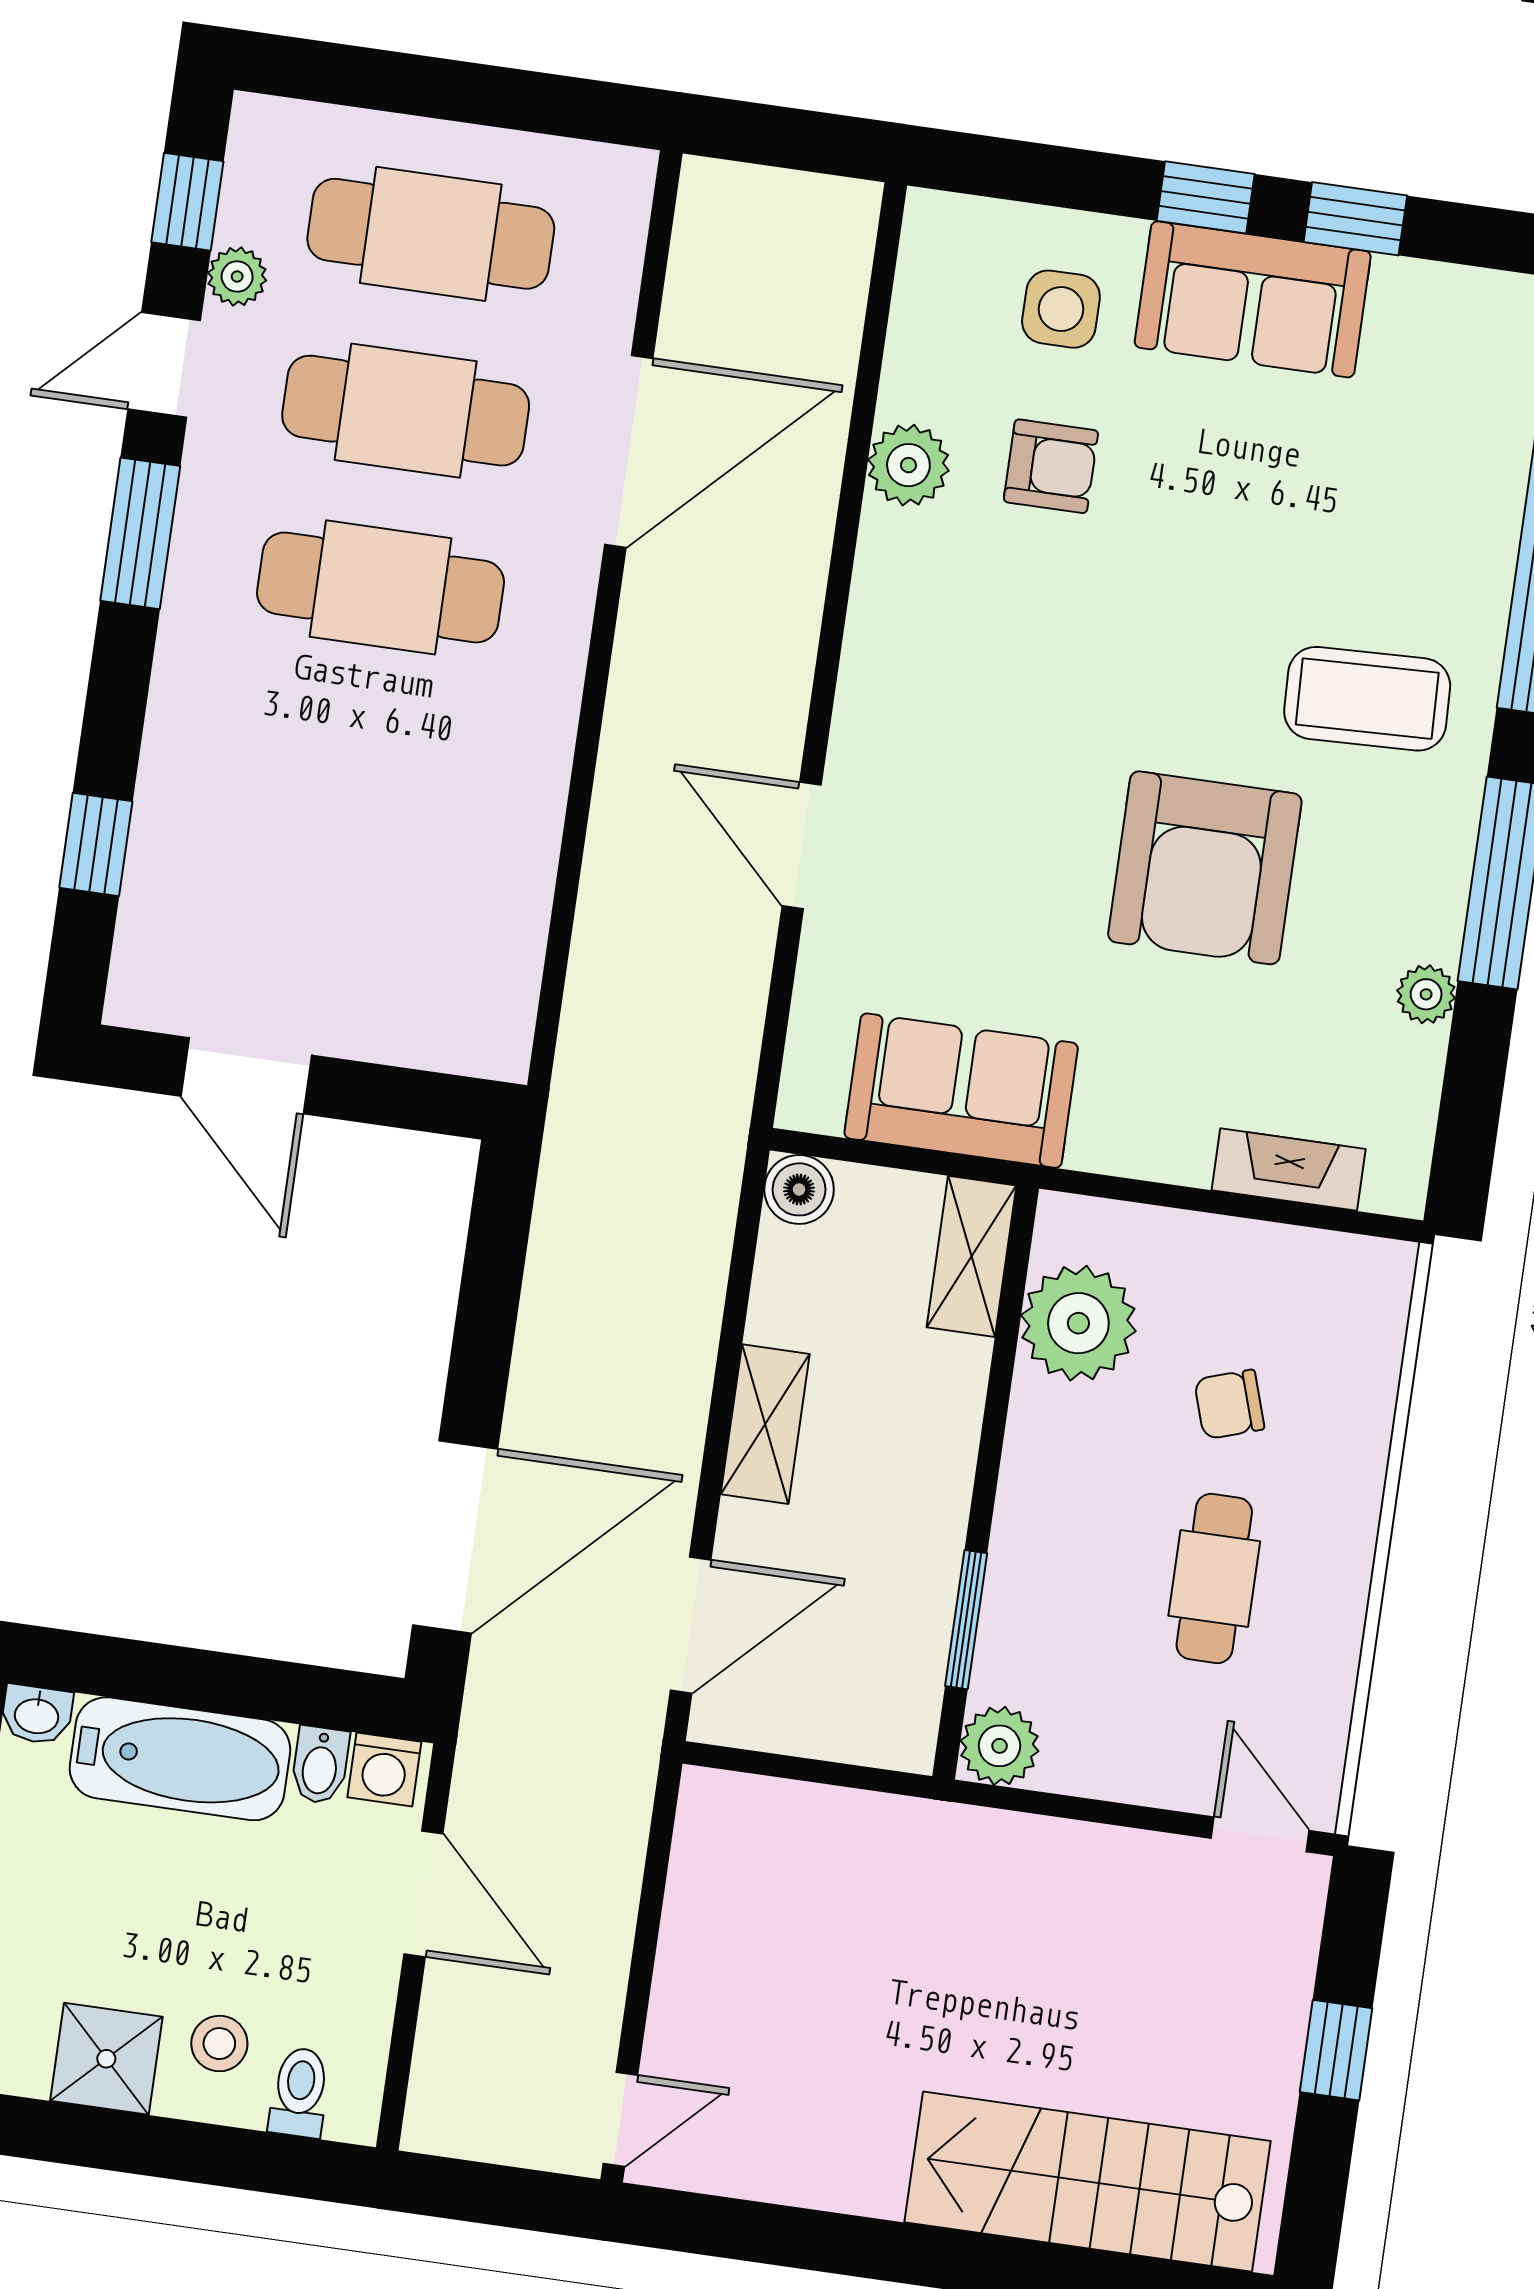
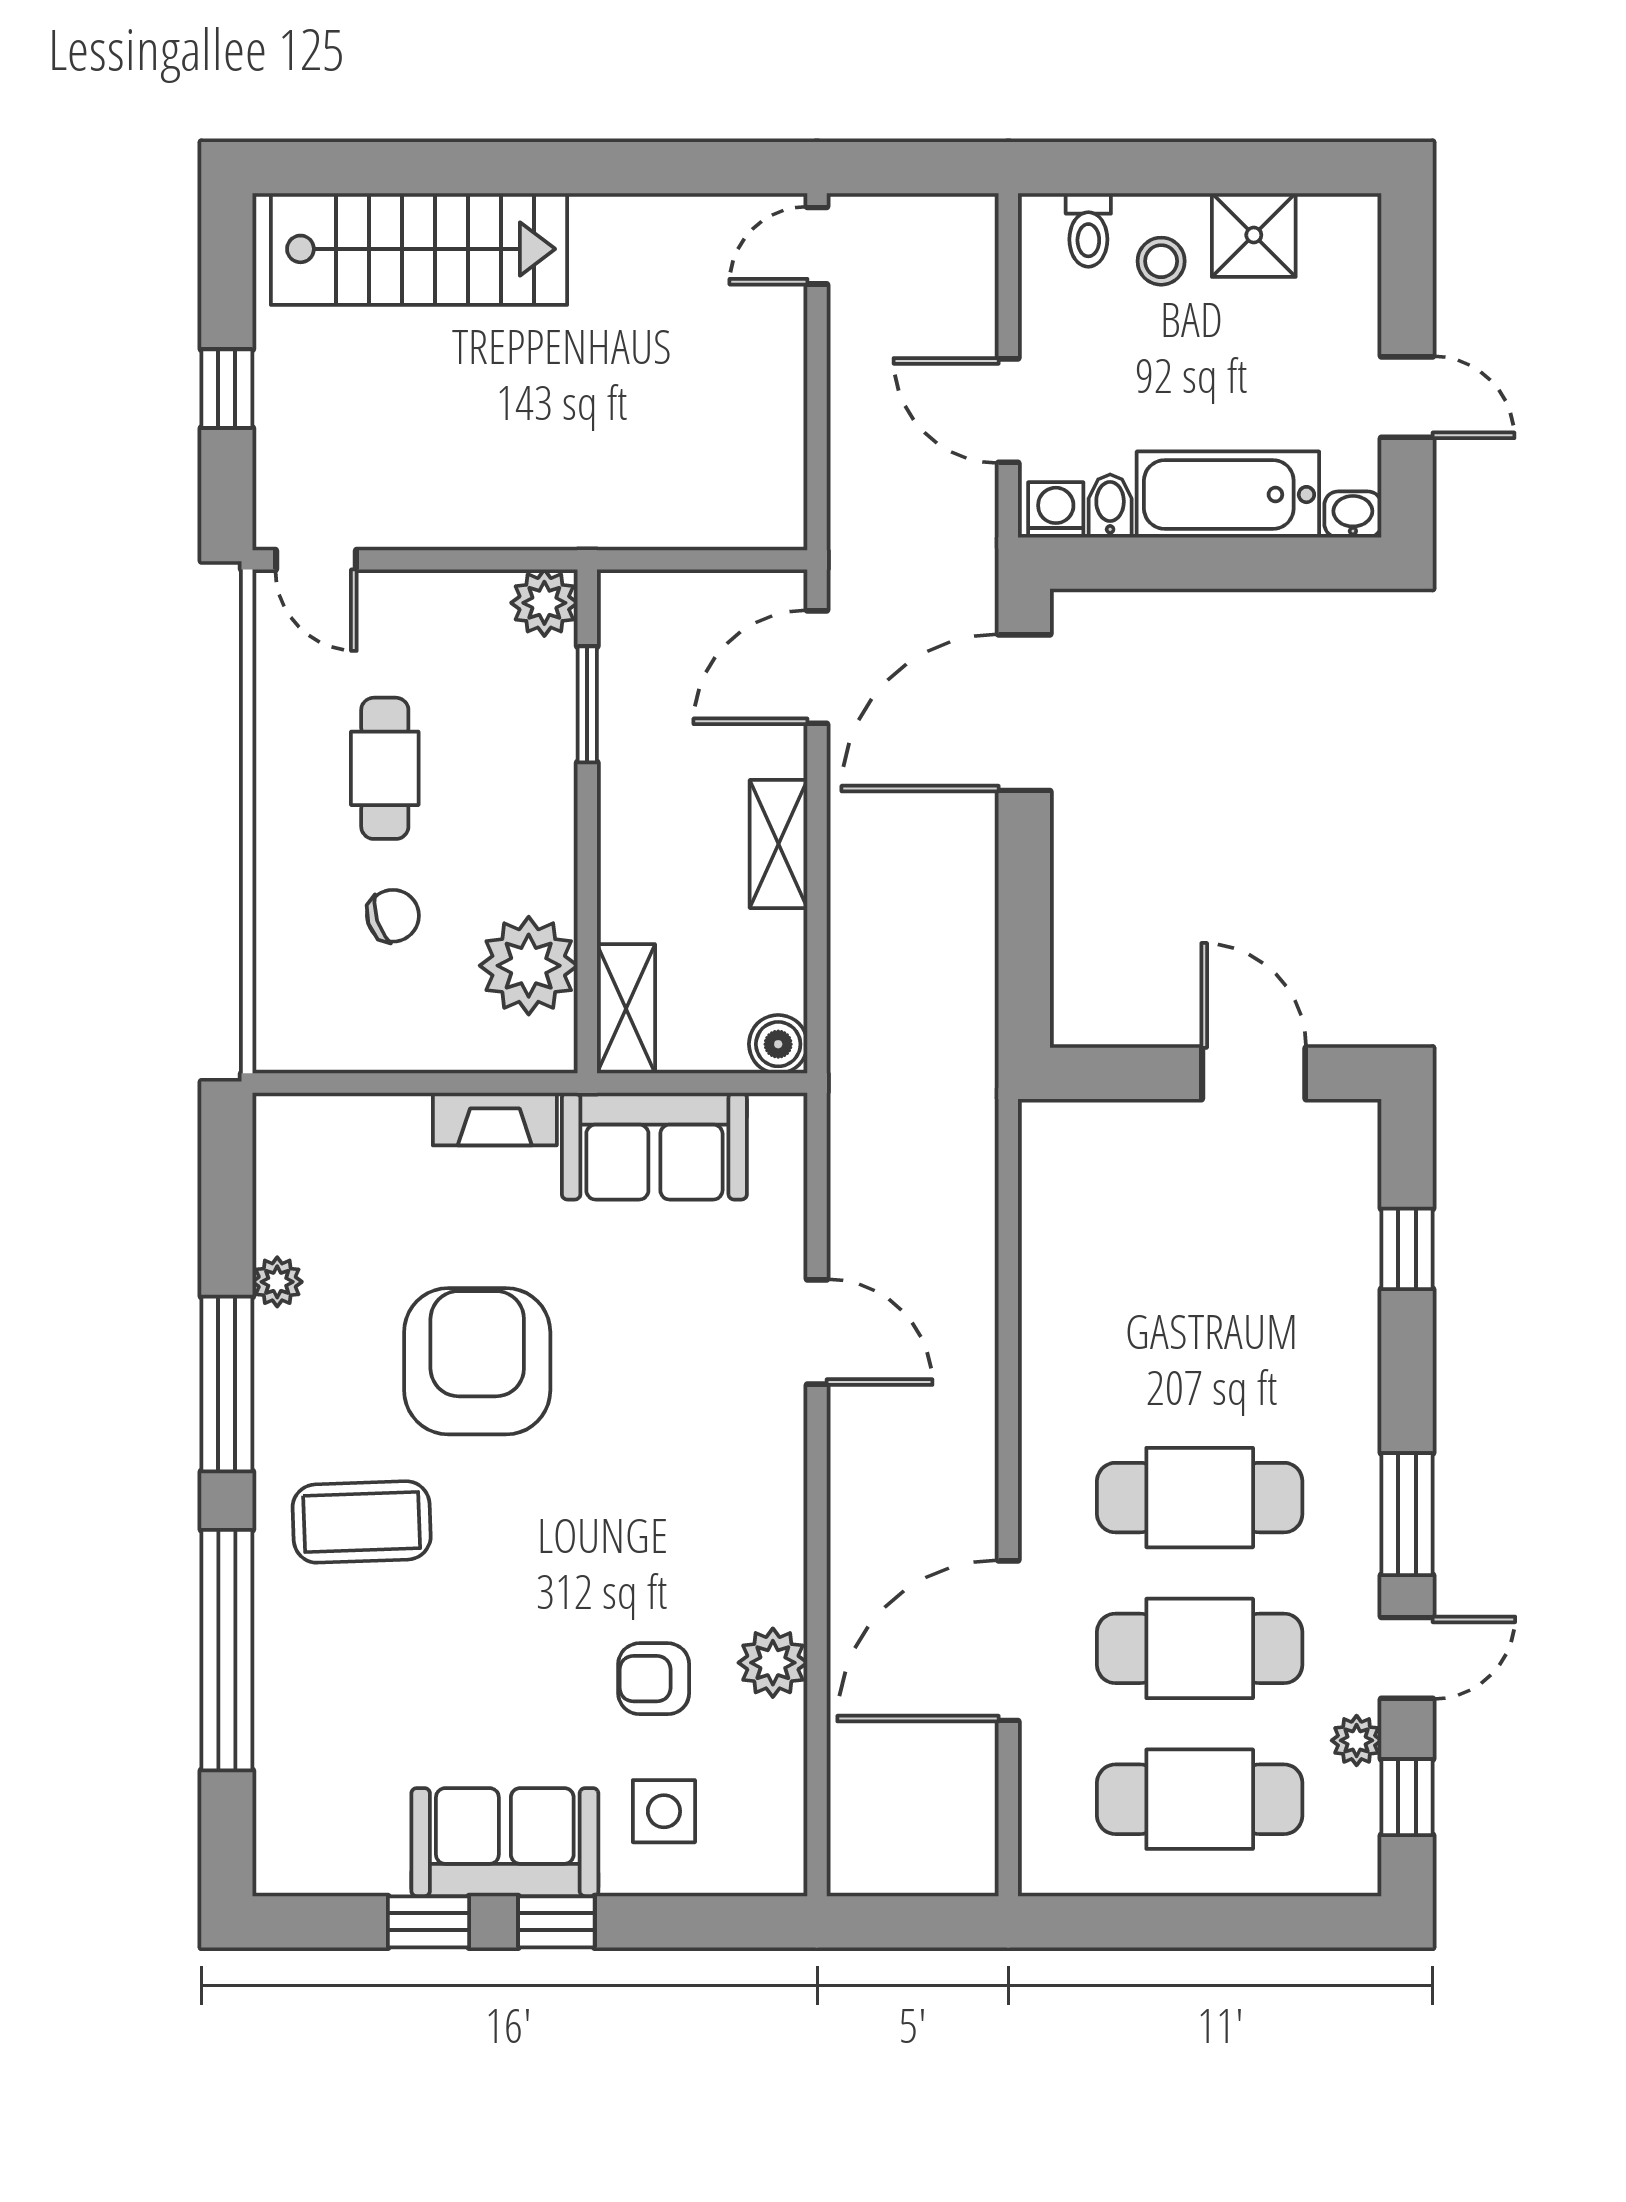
fireplace: (1289, 1170) -> (495, 1119), moved

